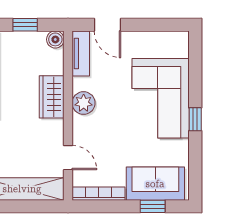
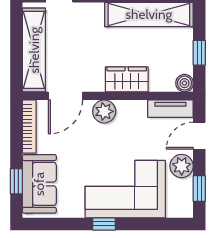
window: (160, 25) -> (199, 189), added
plant: (138, 42) -> (182, 166), added
plant: (84, 103) -> (104, 111), moved
door: (68, 158) -> (66, 96), width x1.38

